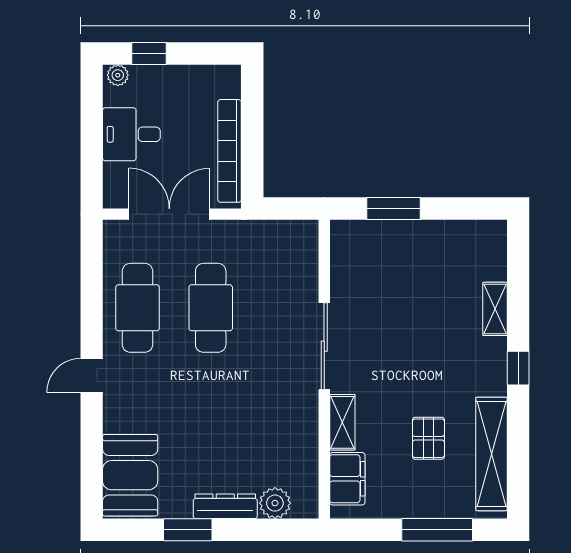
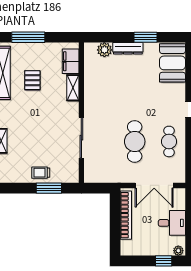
trolley: (411, 241) -> (41, 173), added
cafe table: (137, 308) -> (169, 141), width x0.73, depth x0.74
sliding door: (324, 346) -> (81, 138), moved

